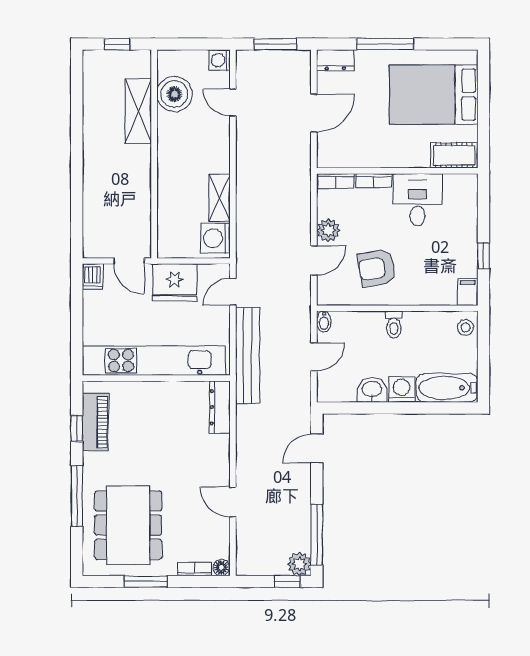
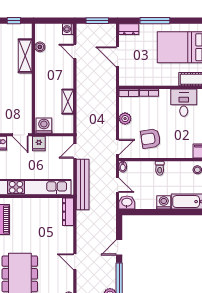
boiler: (174, 94) -> (40, 47), width x0.54, depth x0.54
door: (314, 113) -> (118, 57), swing flipped
desk: (418, 200) -> (184, 103), moved
washing machine: (215, 238) -> (44, 126), moved, turned 90
door: (314, 261) -> (118, 147), moved
fridge: (175, 282) -> (39, 144), width x0.53, depth x0.75
door: (314, 357) -> (118, 185), hinge flipped
washbasin: (372, 390) -> (127, 203), moved
door: (317, 448) -> (119, 248), moved

